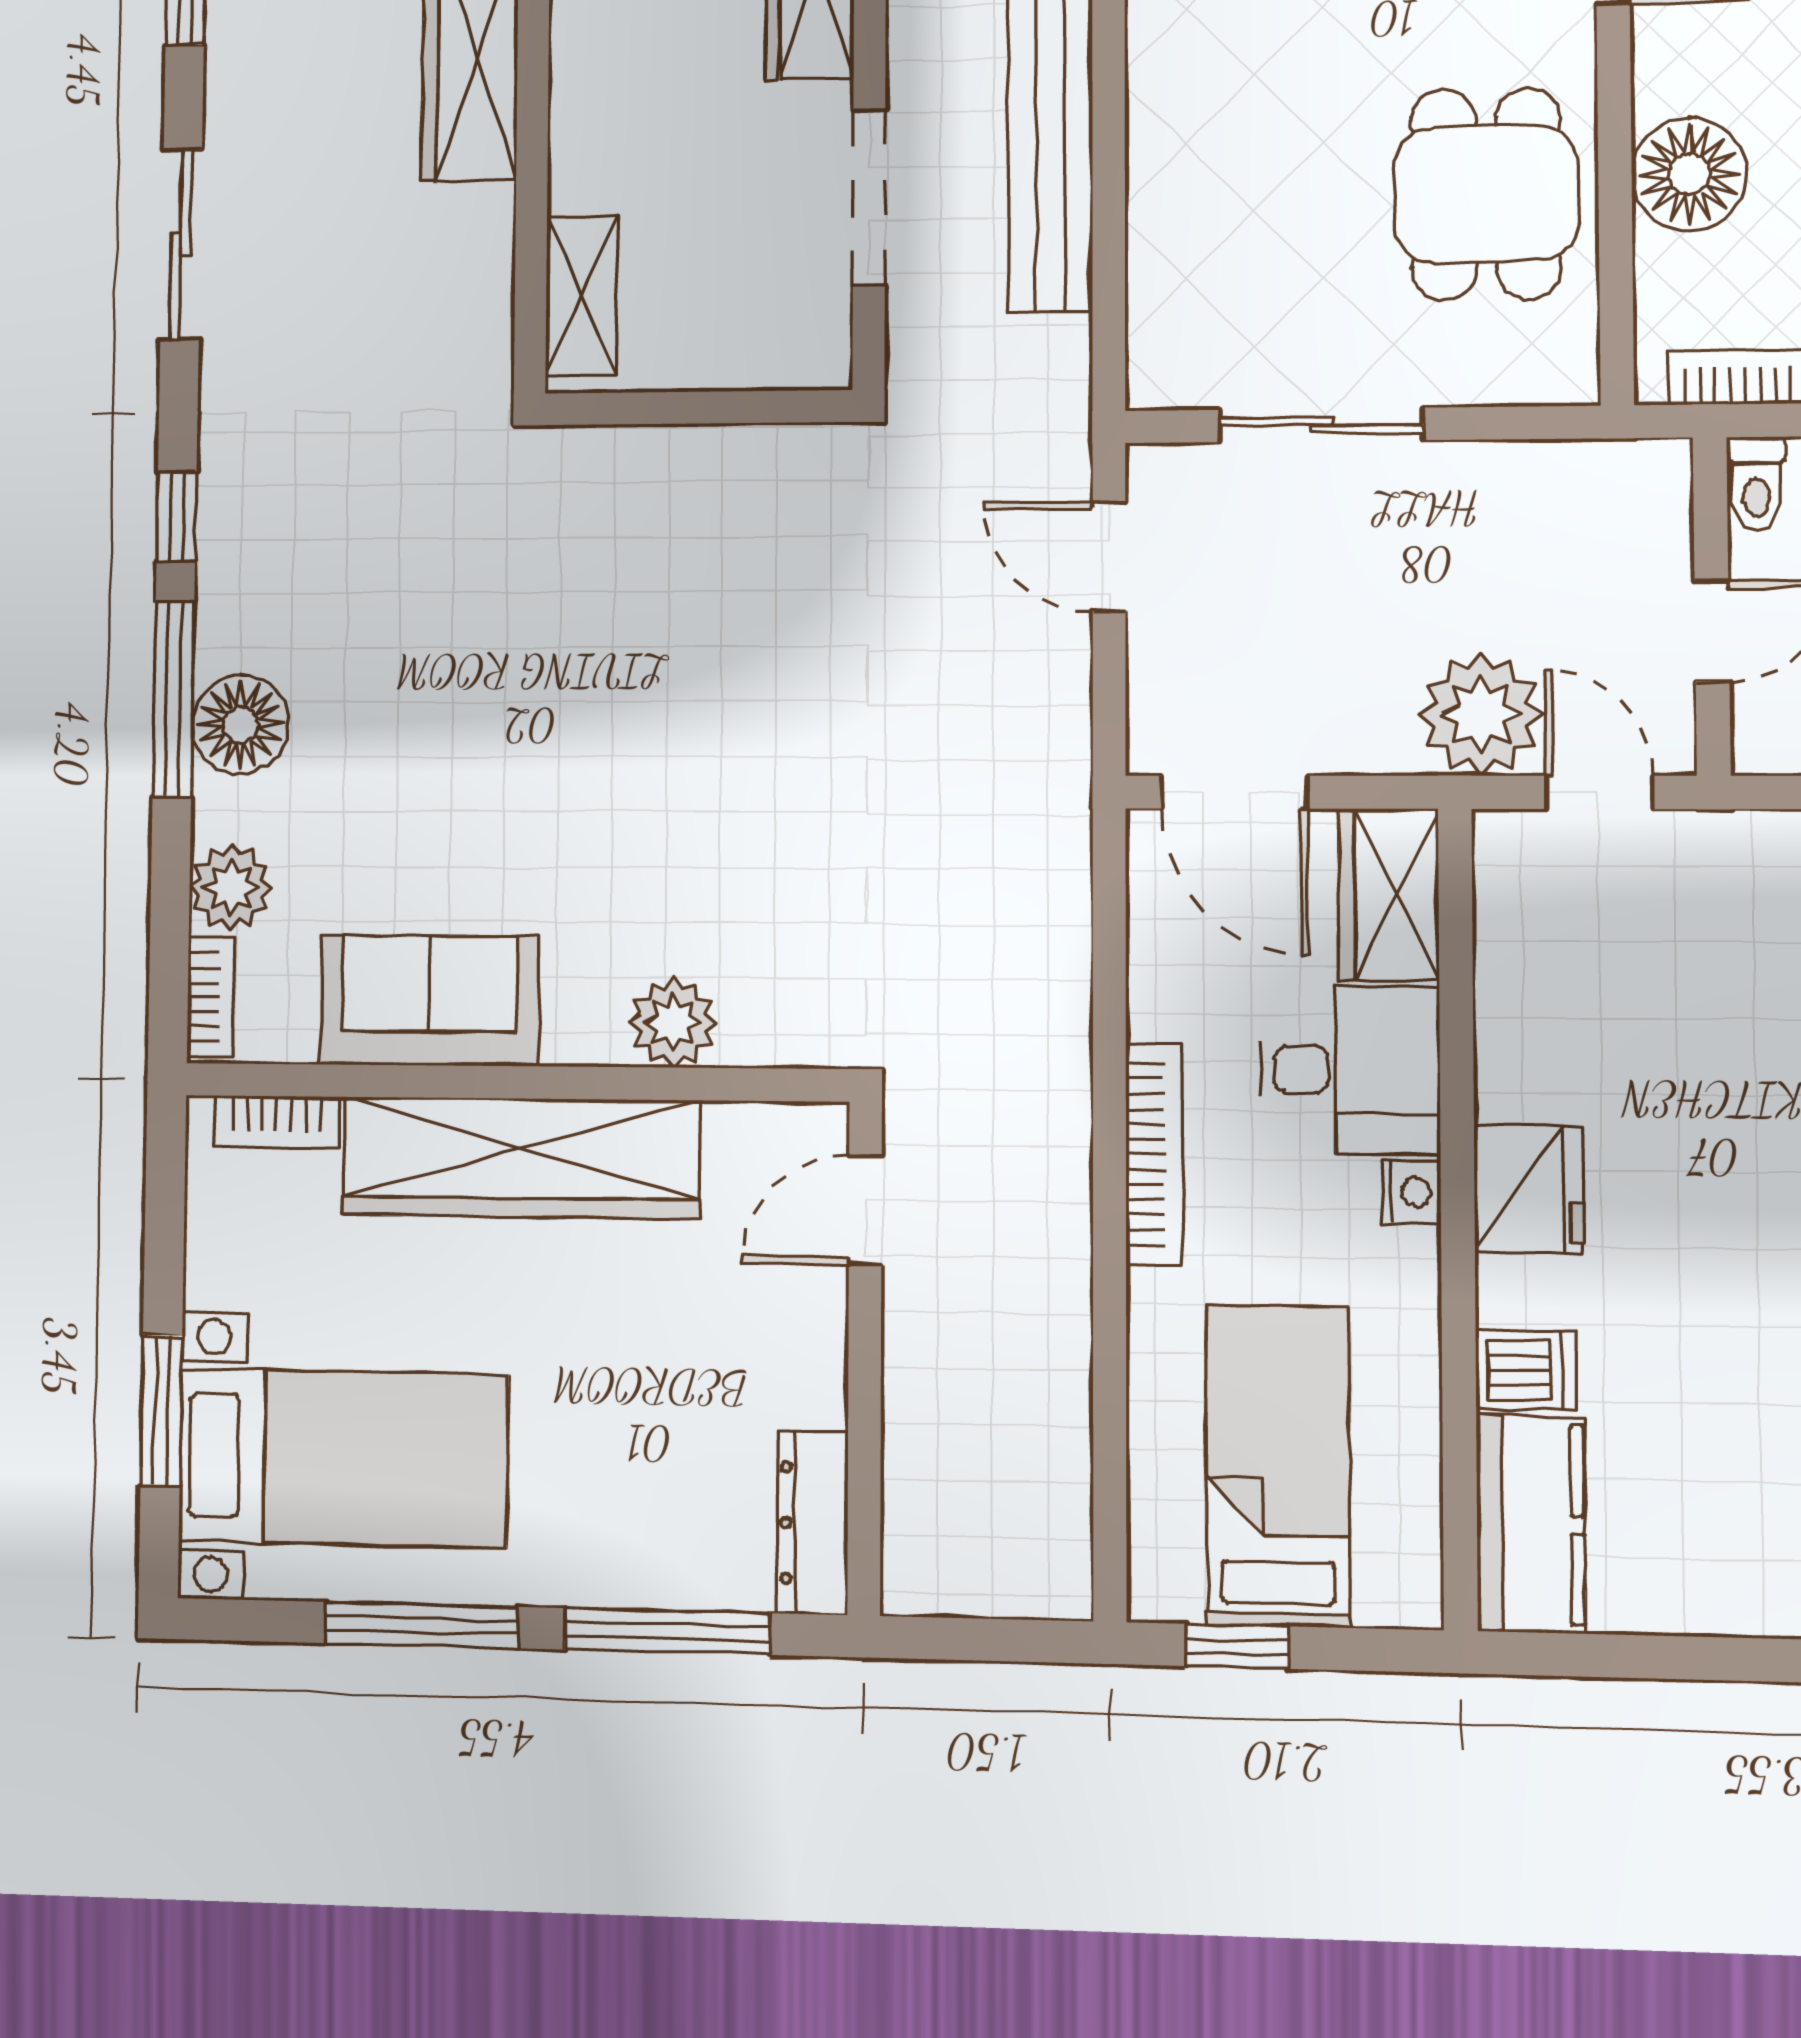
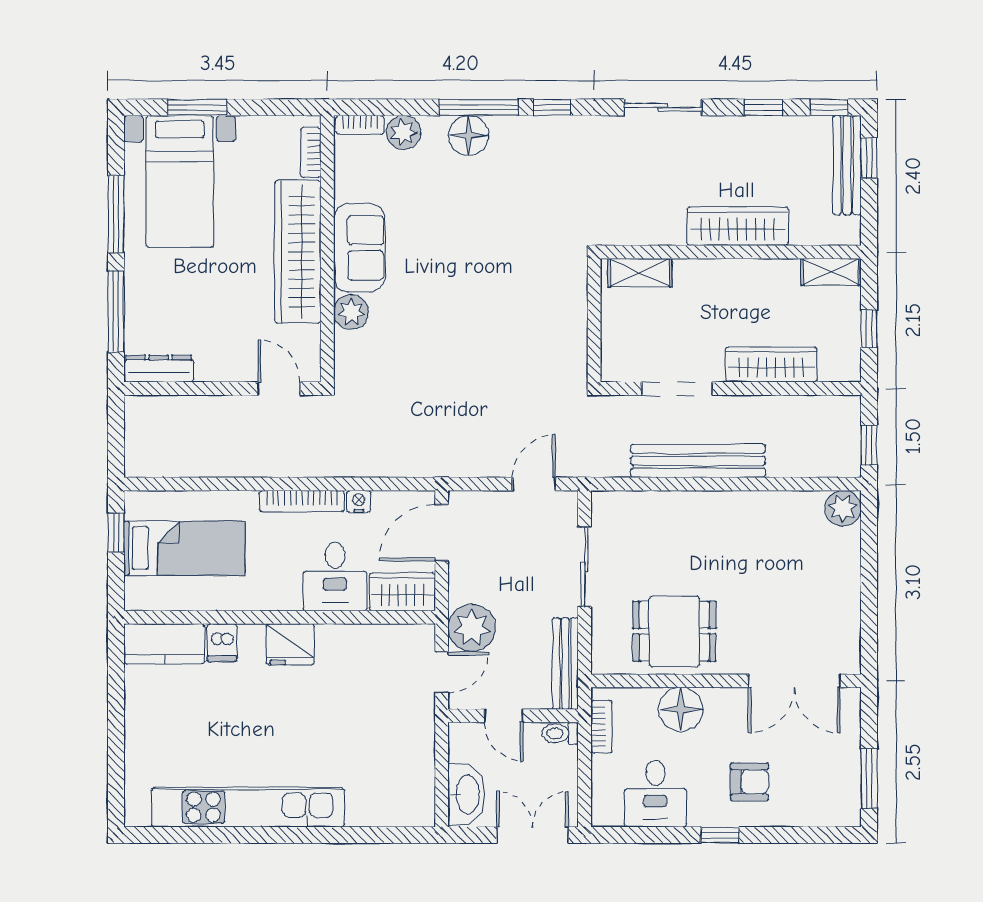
bench: (1573, 472) -> (565, 664), added
sofa: (429, 1000) -> (359, 248), moved
nightstand: (1411, 1192) -> (359, 501), moved, turned 180

